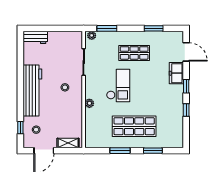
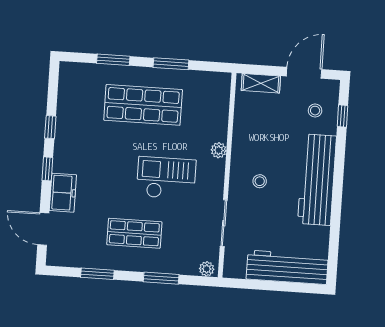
window: (107, 28) -> (161, 278), moved
workbench: (35, 37) -> (287, 267), width x1.88, depth x1.32
checkout: (118, 86) -> (166, 178), turned 90

